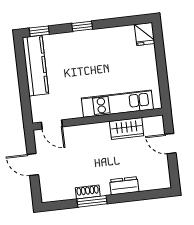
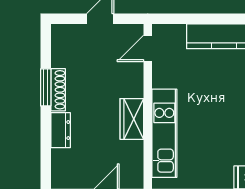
wardrobe: (127, 129) -> (132, 119), moved
shoe rack: (88, 192) -> (58, 90), width x1.43

